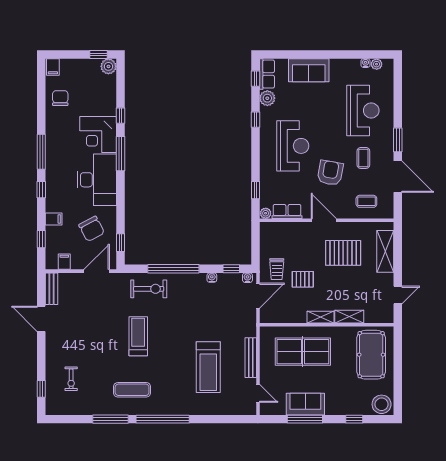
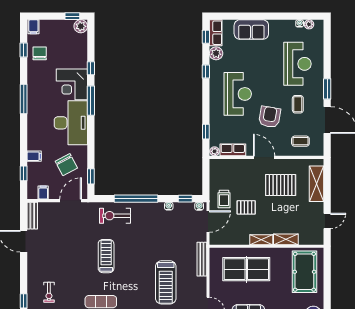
window: (41, 190) -> (24, 50), moved
exercise bike: (149, 289) -> (115, 216), turned 180
bench: (251, 358) -> (202, 259), moved

